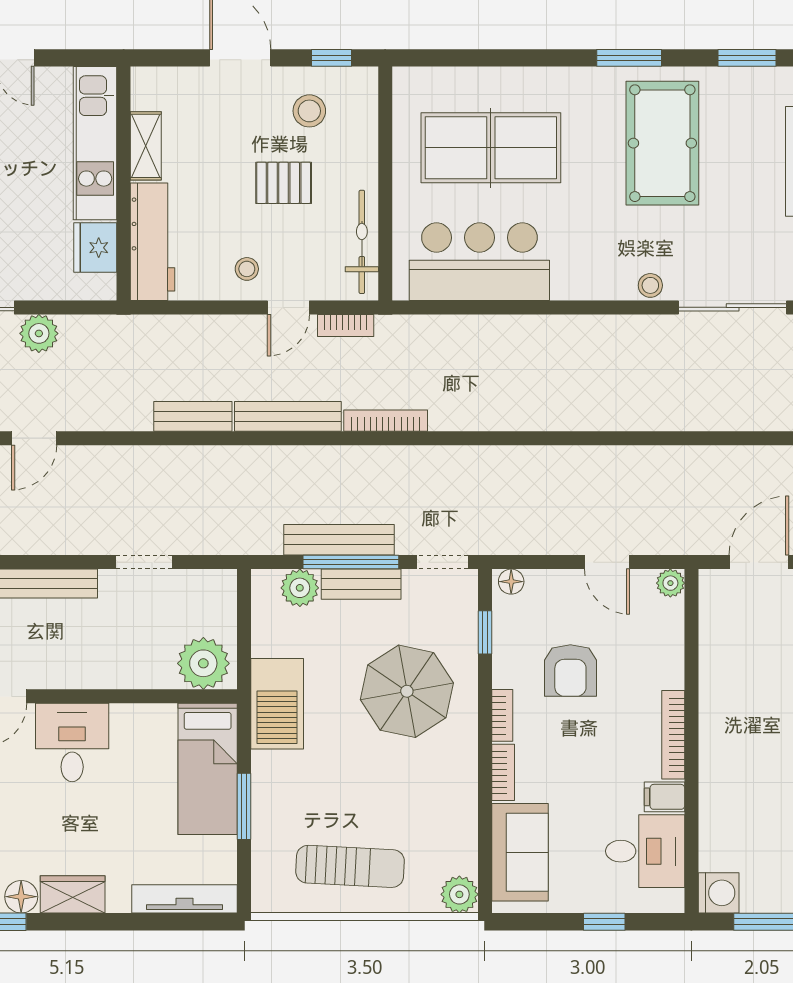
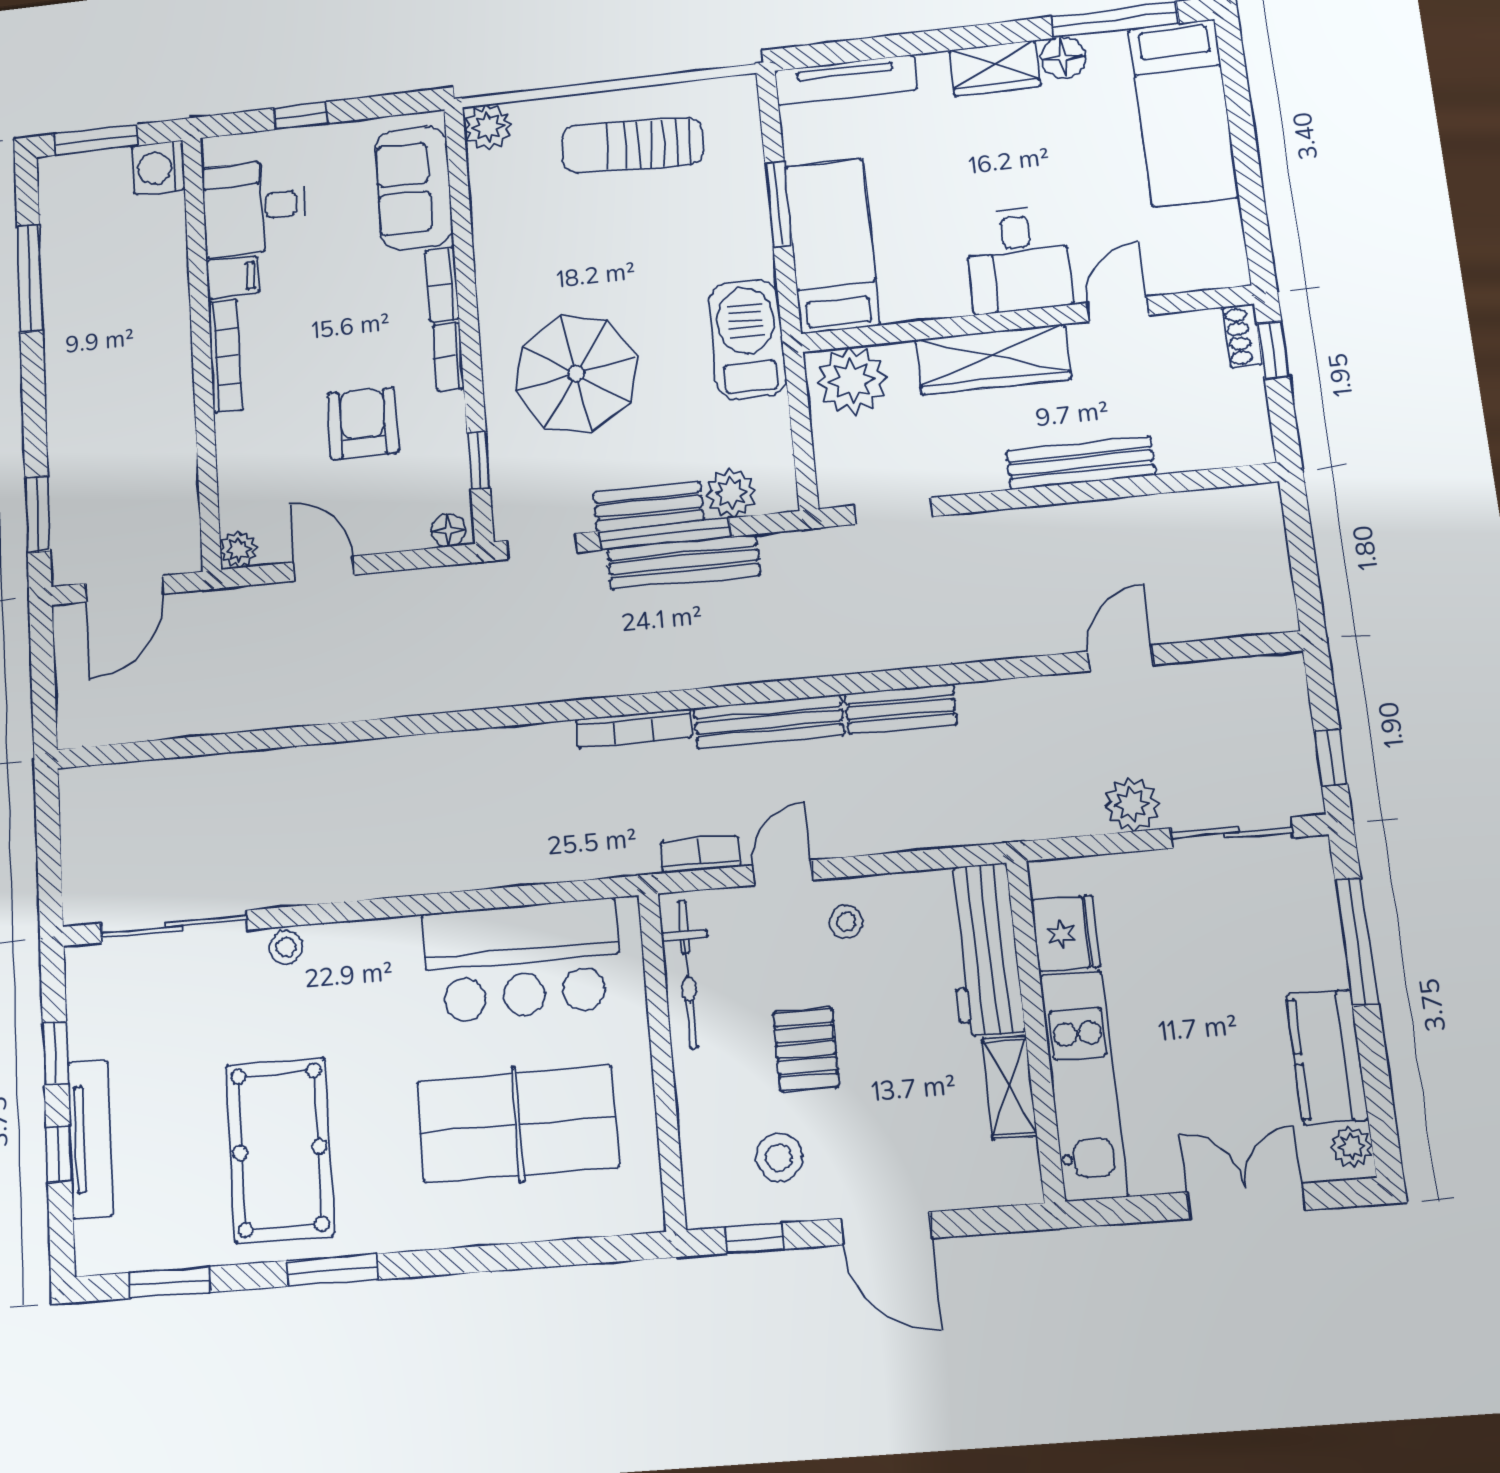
pallet: (284, 183) -> (806, 1050), turned 90
doorway: (144, 562) -> (894, 511), moved
wardrobe: (99, 668) -> (993, 359), added

